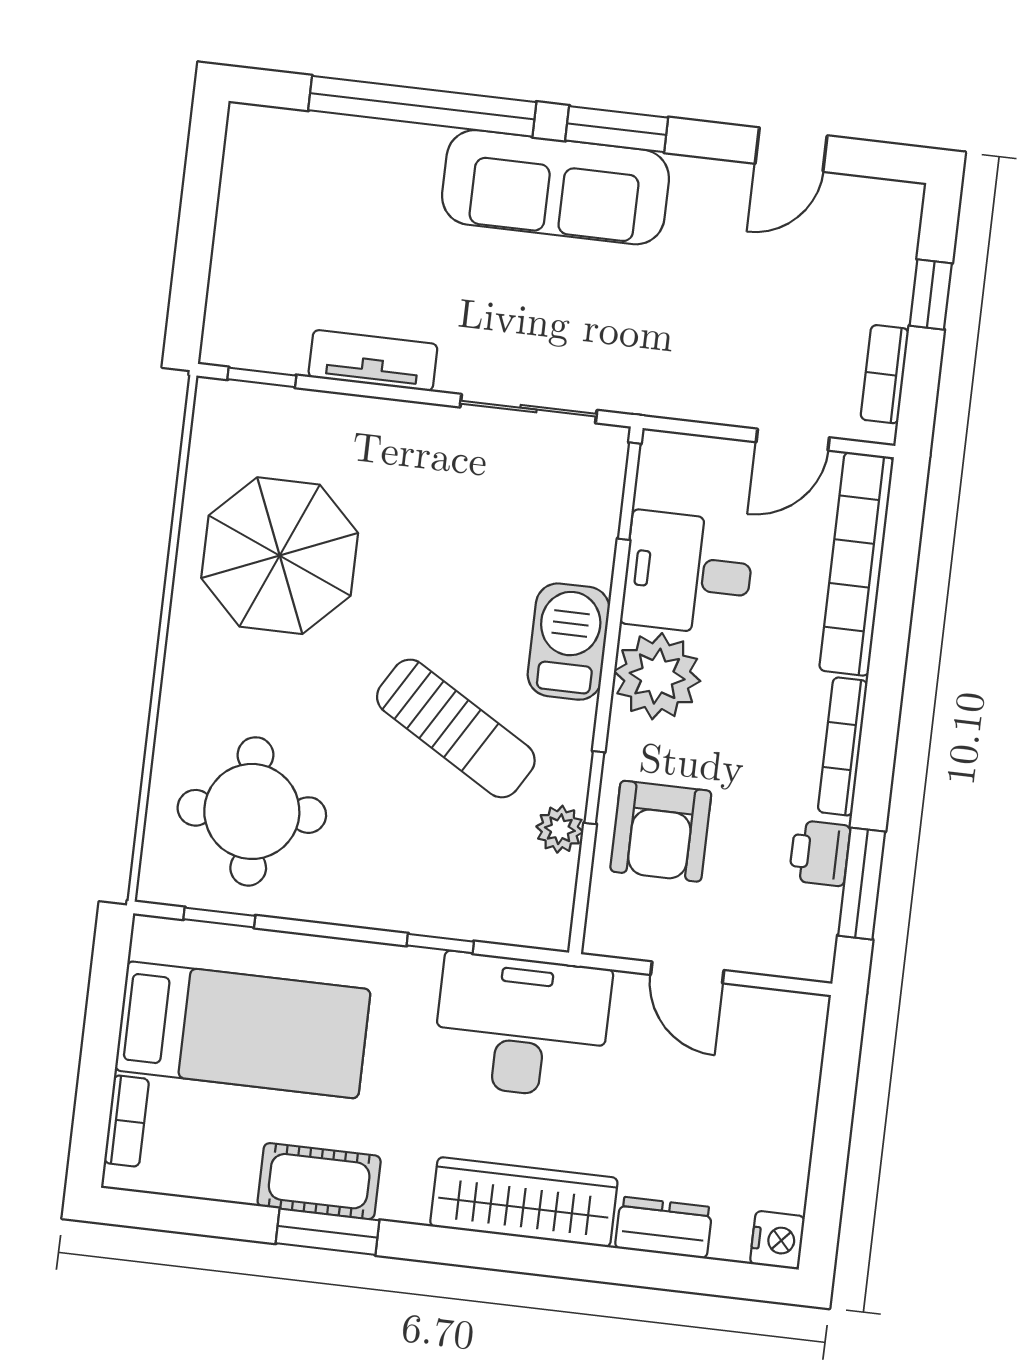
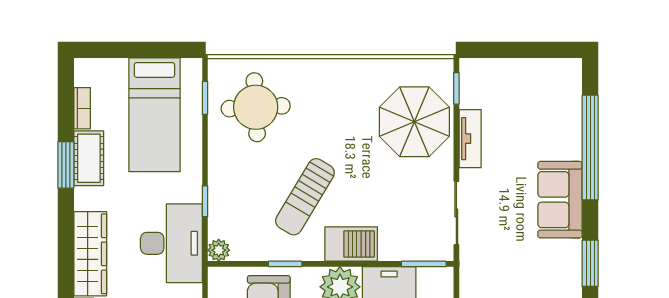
window: (617, 129) -> (590, 263), moved
sofa: (556, 187) -> (560, 200), width x0.73
parasol: (280, 556) -> (414, 122), moved
plant: (560, 829) -> (219, 250), moved
bookcase: (127, 1121) -> (82, 108), moved, turned -90

